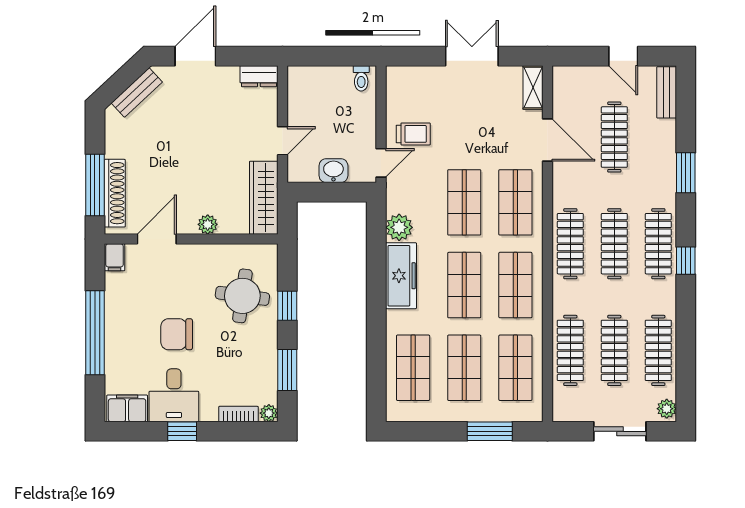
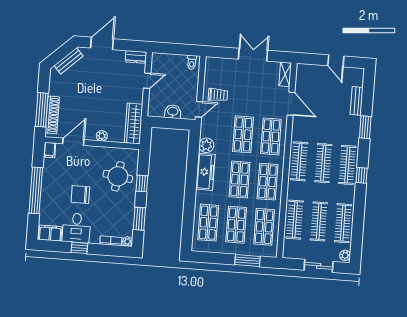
bench: (667, 92) -> (357, 101), moved
clothes rail: (614, 137) -> (328, 105), removed
door: (283, 141) -> (147, 81), moved

